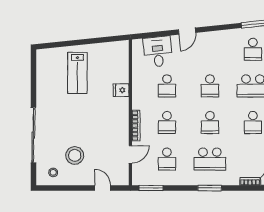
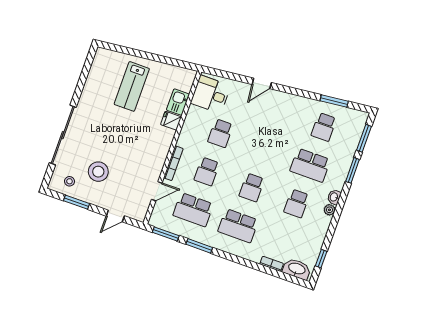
desk: (158, 52) -> (211, 94), moved, turned -84
kitchen sink: (121, 72) -> (178, 102), added
school desk: (210, 86) -> (265, 149), removed
school desk: (167, 159) -> (193, 210), width x1.85
window: (65, 188) -> (76, 202), added
door: (103, 188) -> (115, 216), swing flipped
window: (210, 188) -> (199, 246), moved

